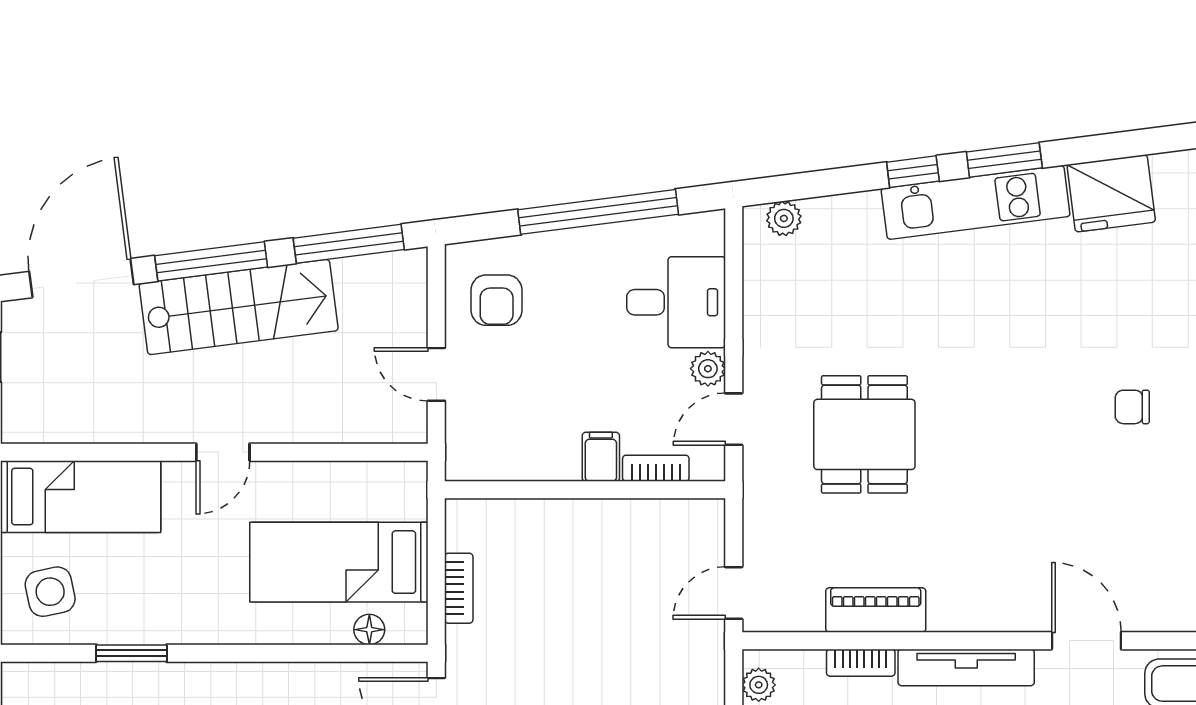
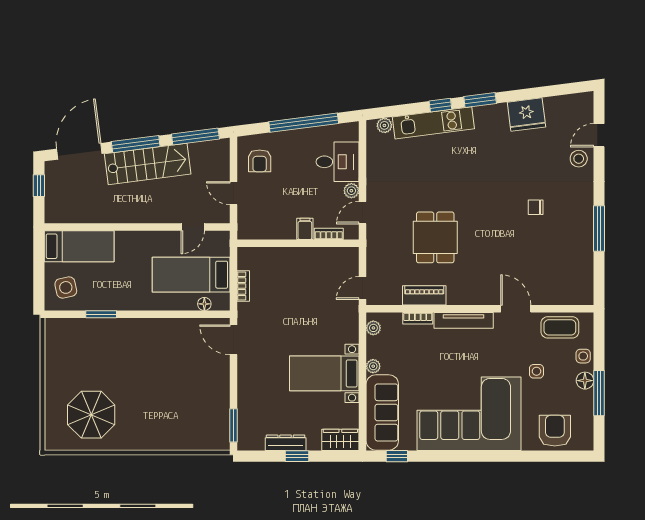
kitchen unit: (976, 202) -> (433, 123), moved
dining table: (864, 434) -> (435, 237), moved
door: (223, 452) -> (193, 227), moved

